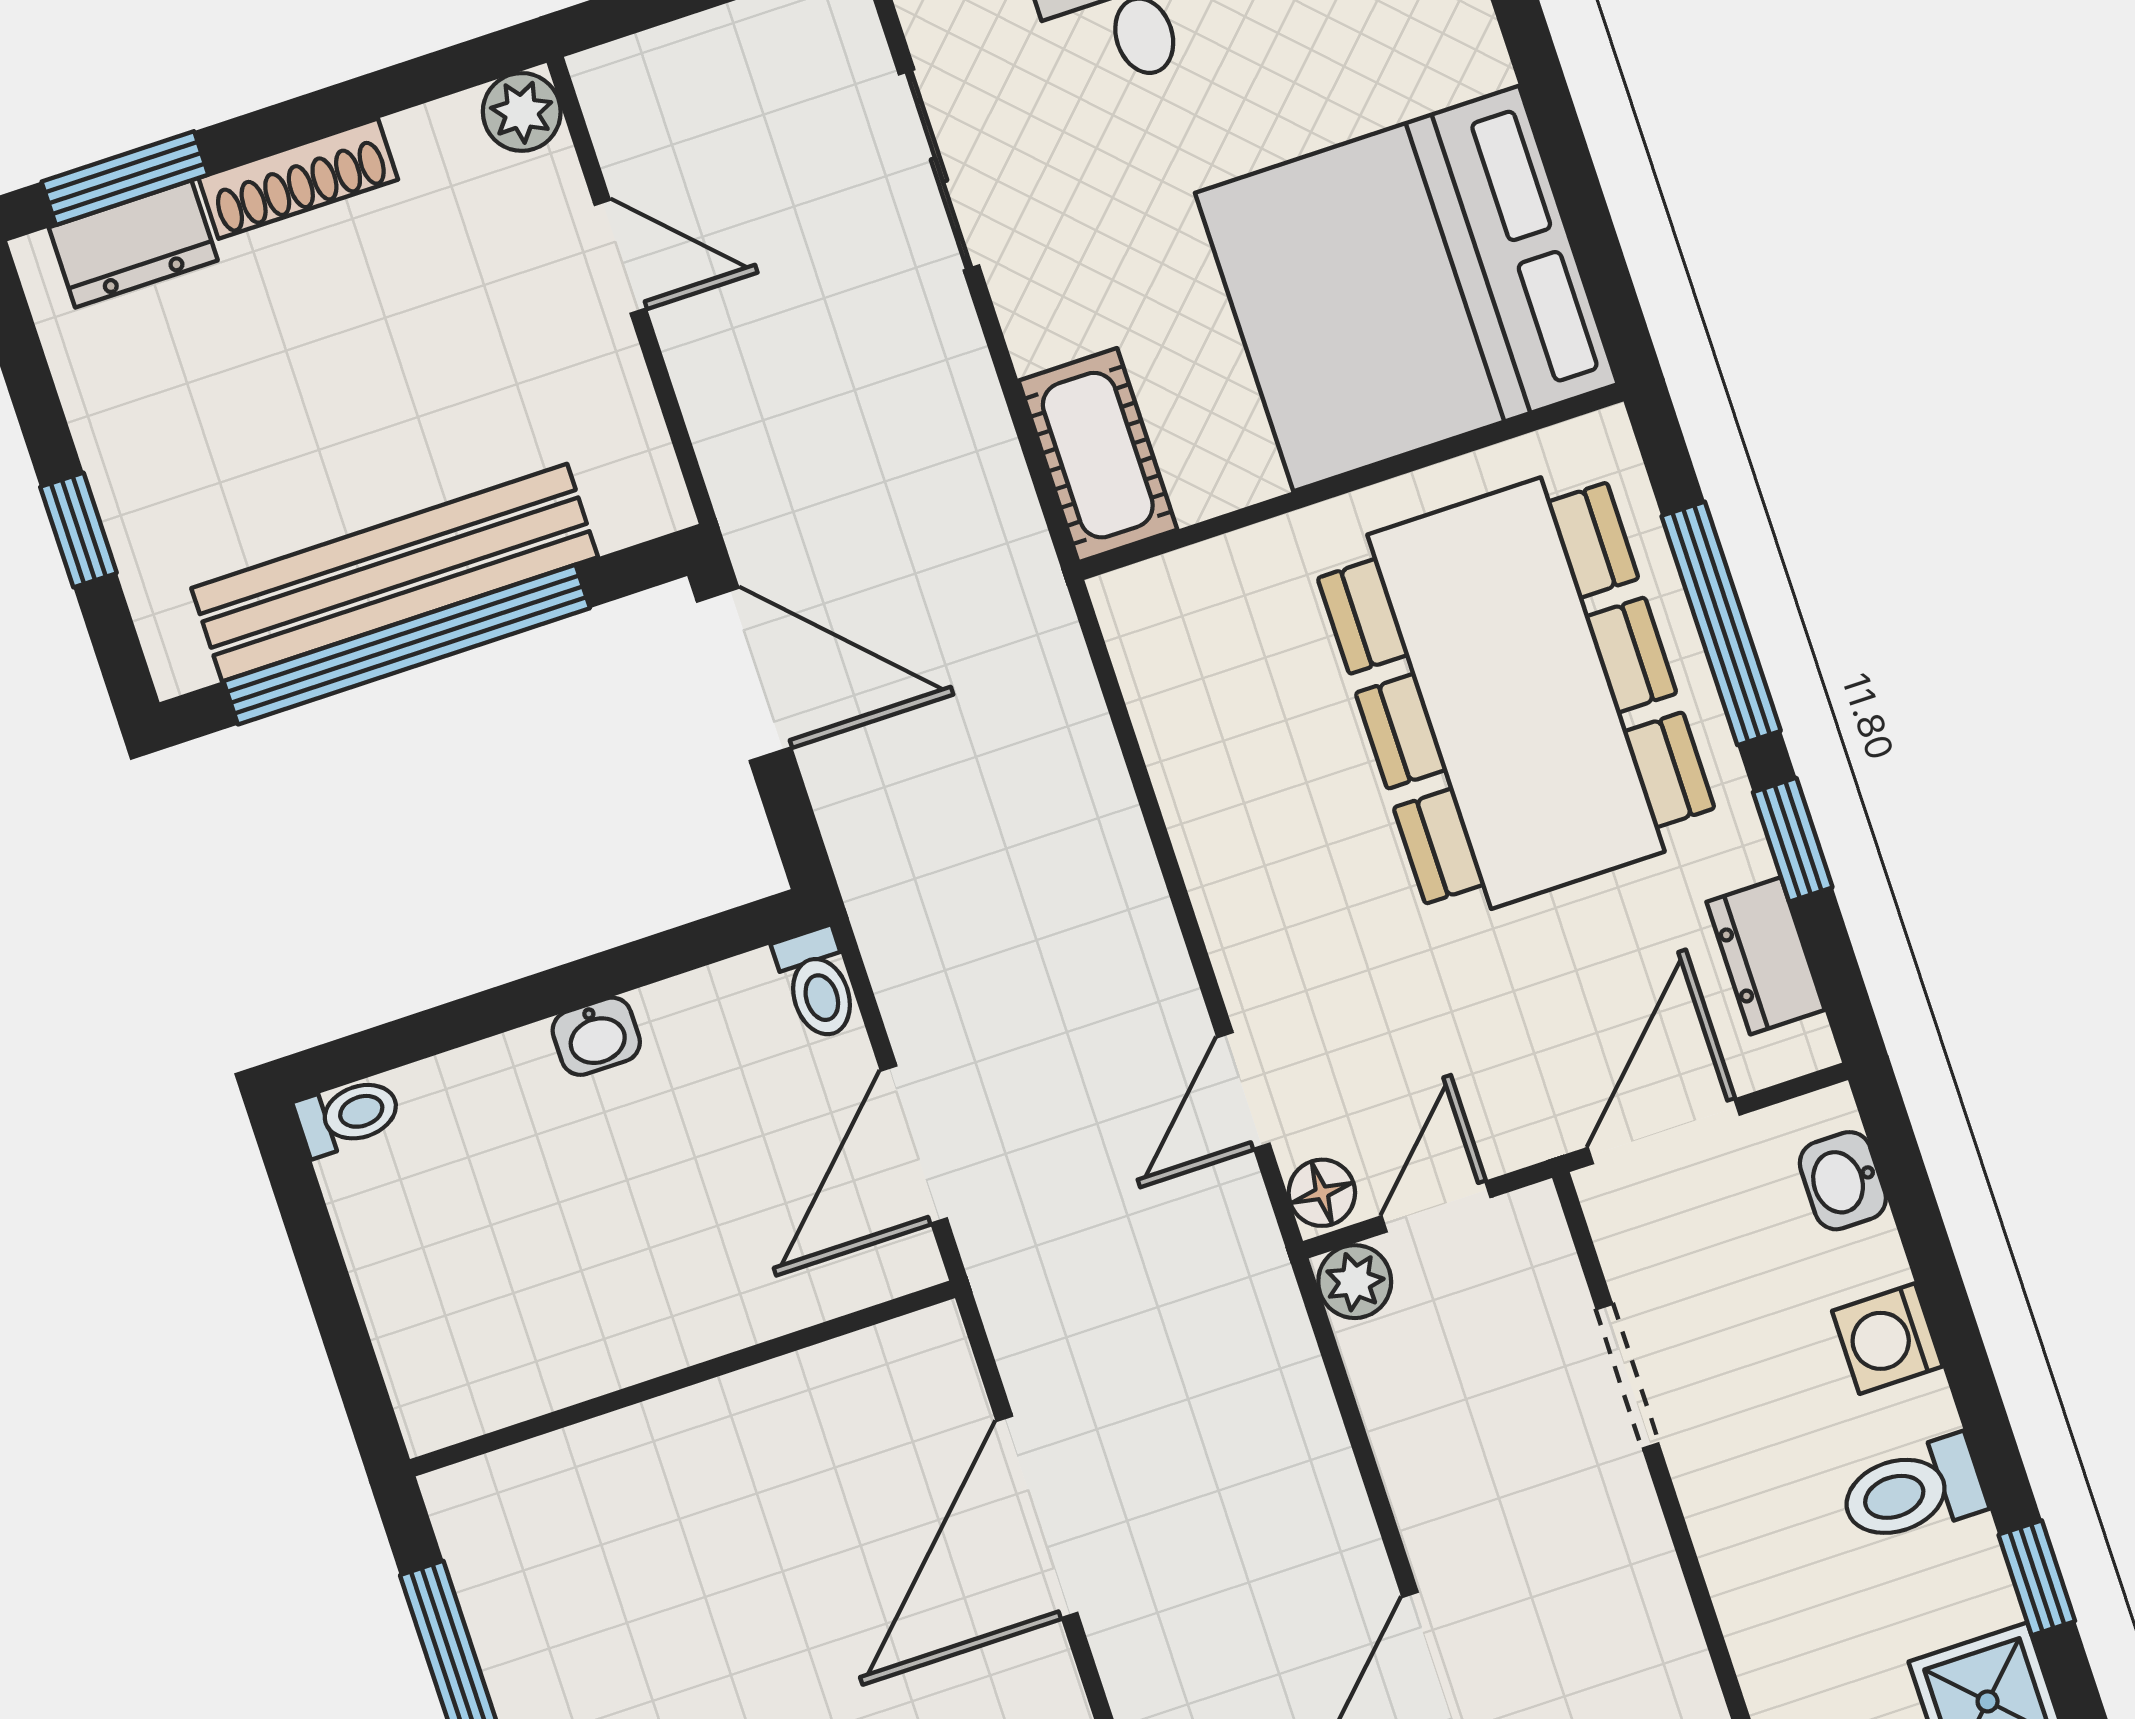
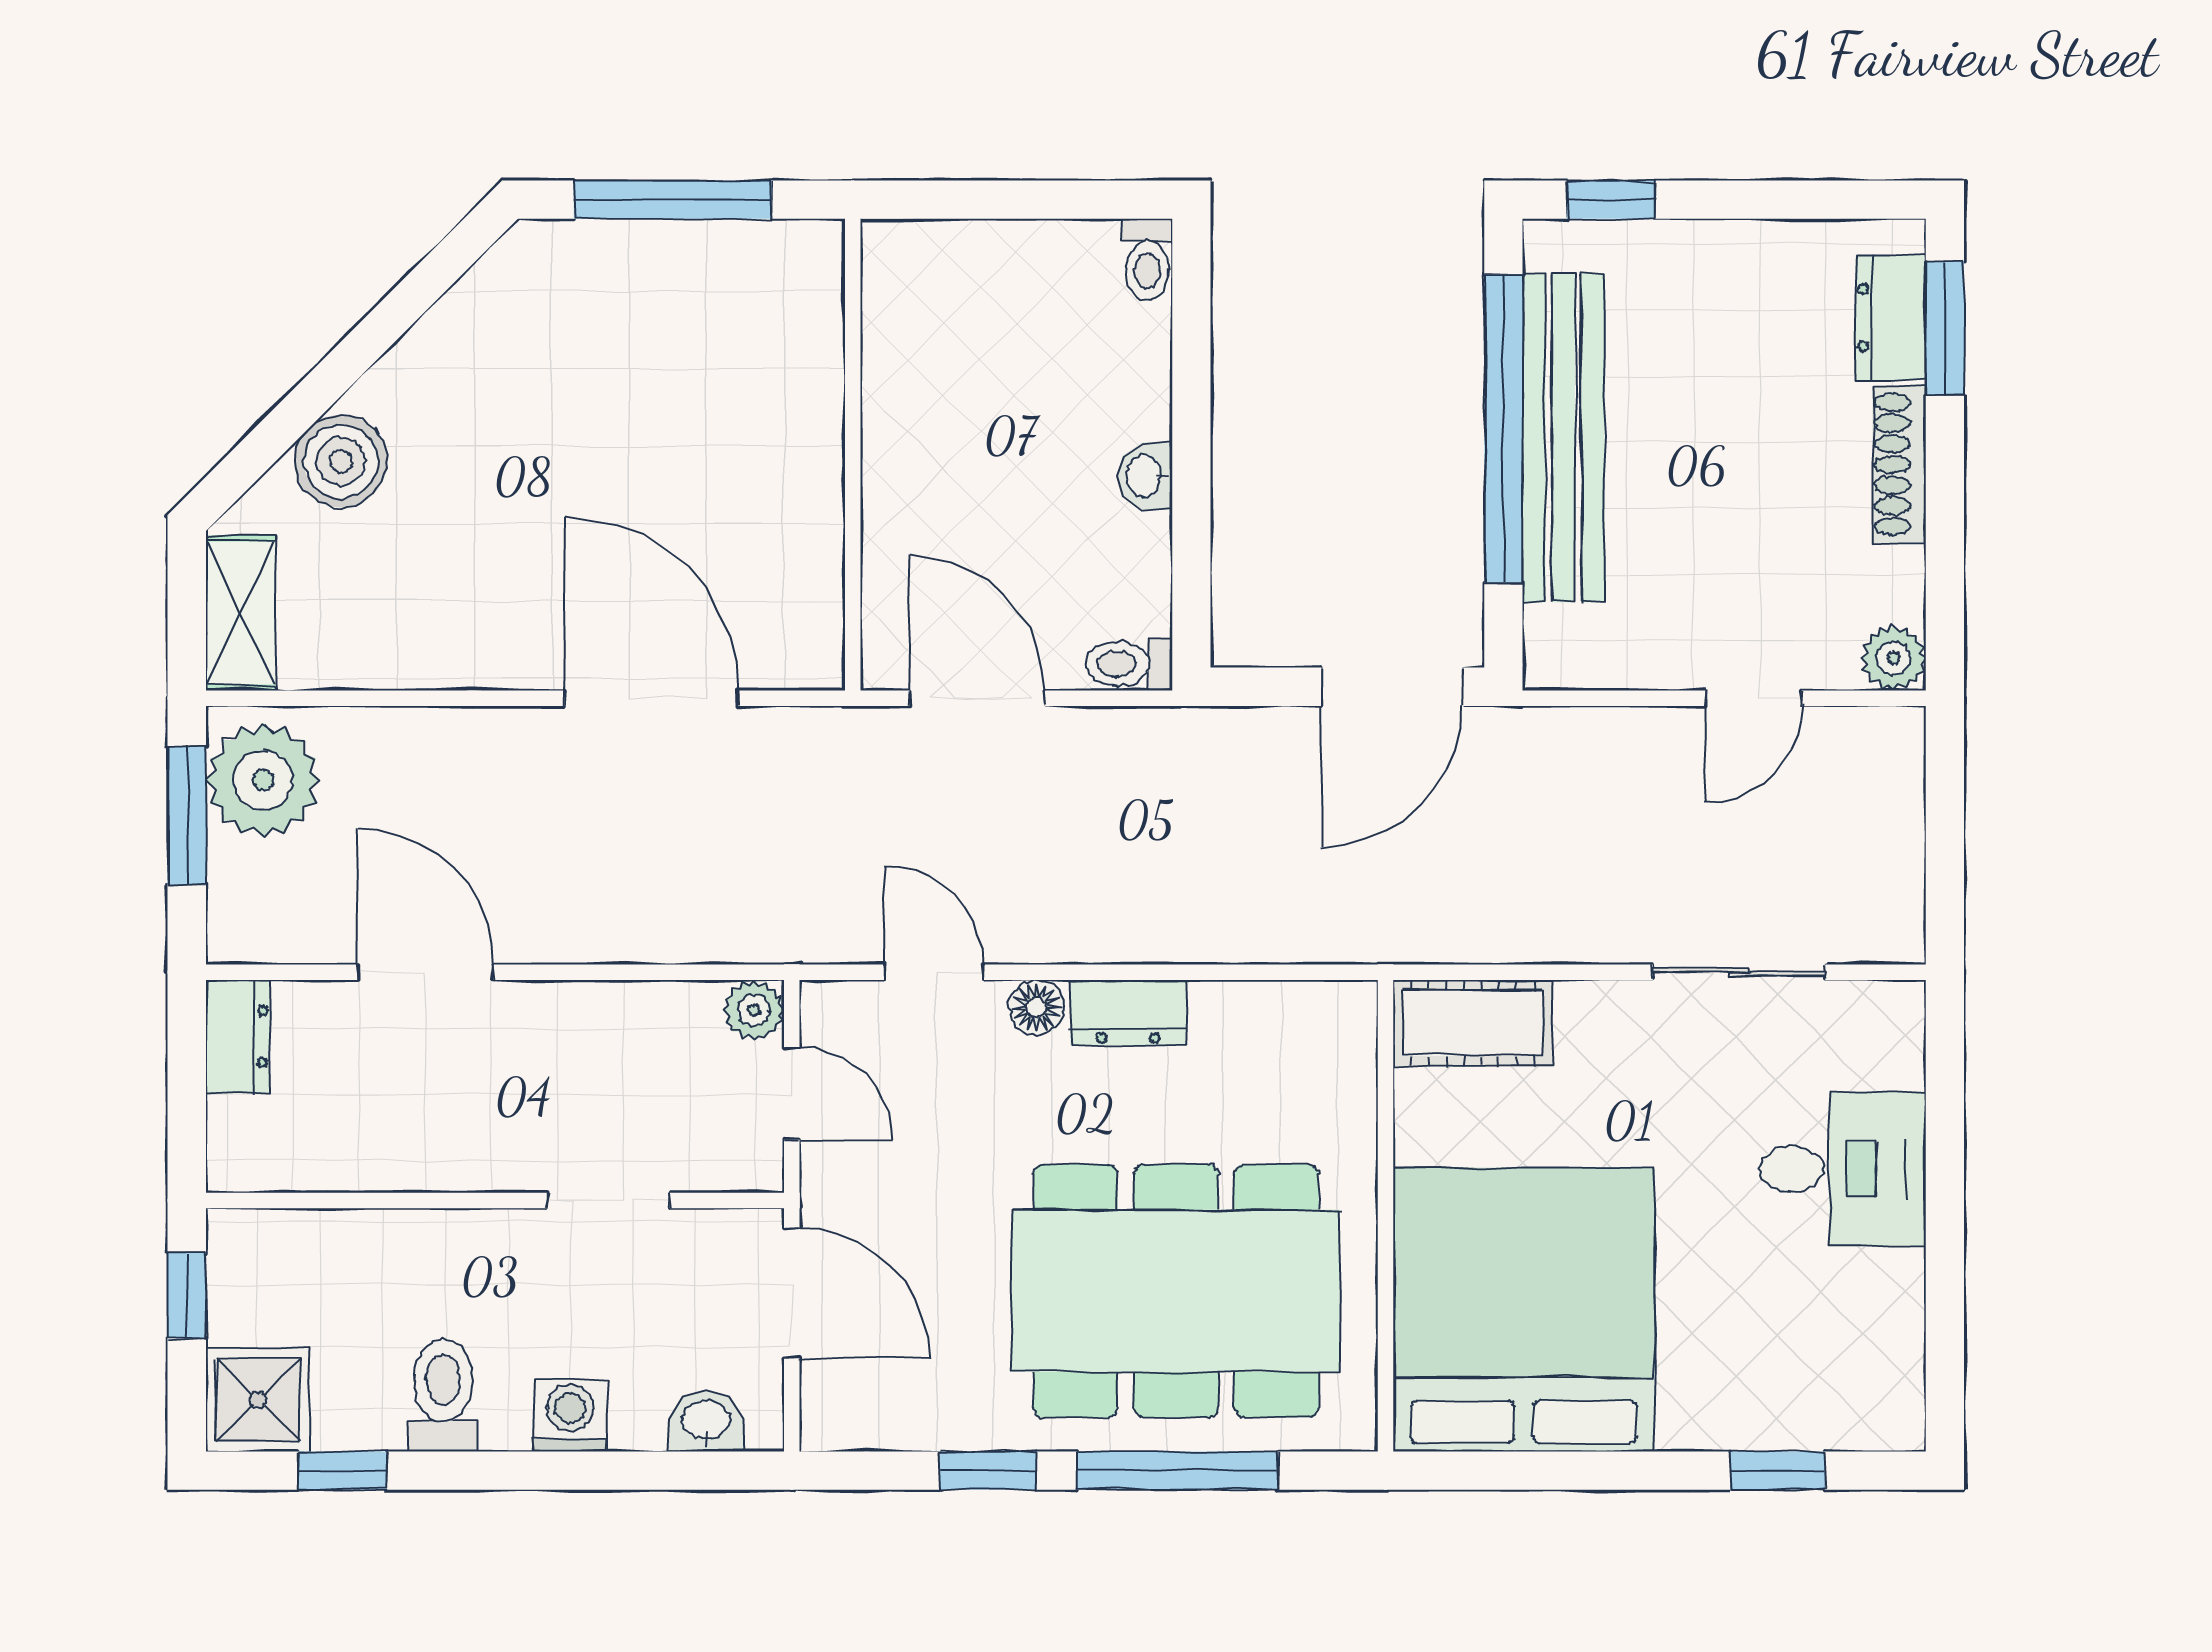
window: (78, 530) -> (1611, 200), moved
dresser: (1766, 956) -> (1128, 1012), moved, turned 180
floor lamp: (1322, 1193) -> (1037, 1007), moved

